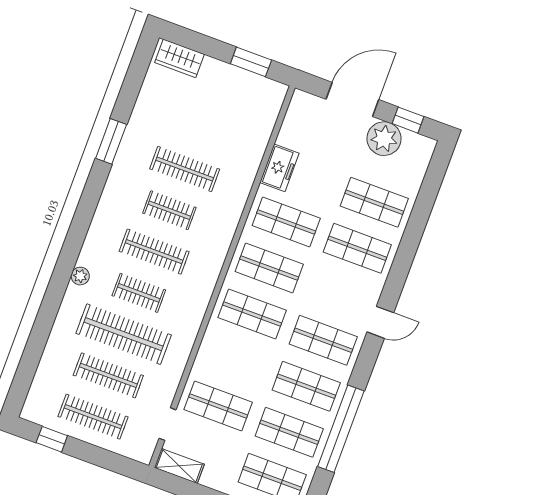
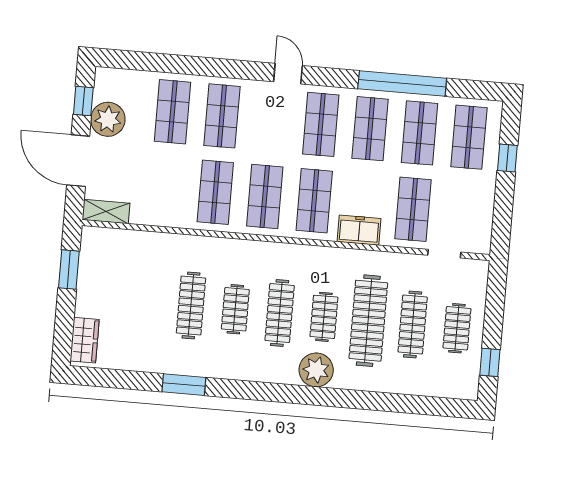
freezer: (279, 168) -> (359, 230), moved
plant: (80, 276) -> (316, 370), width x1.88, depth x1.88
clothes rail: (93, 417) -> (457, 328), width x0.73
shelving: (179, 466) -> (106, 212), moved, turned 90

